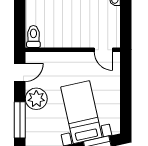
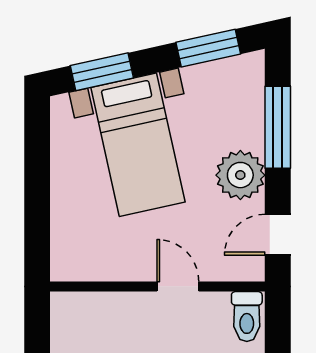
door: (103, 50) -> (178, 286), moved

